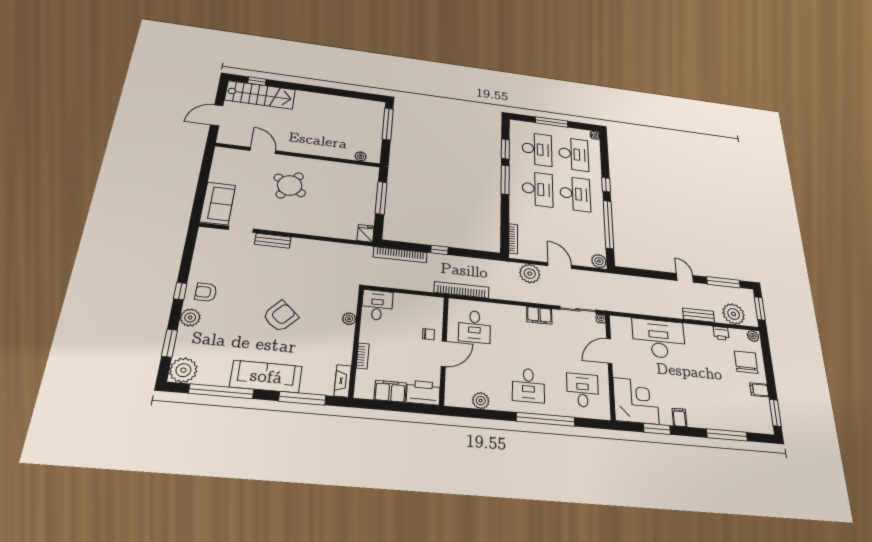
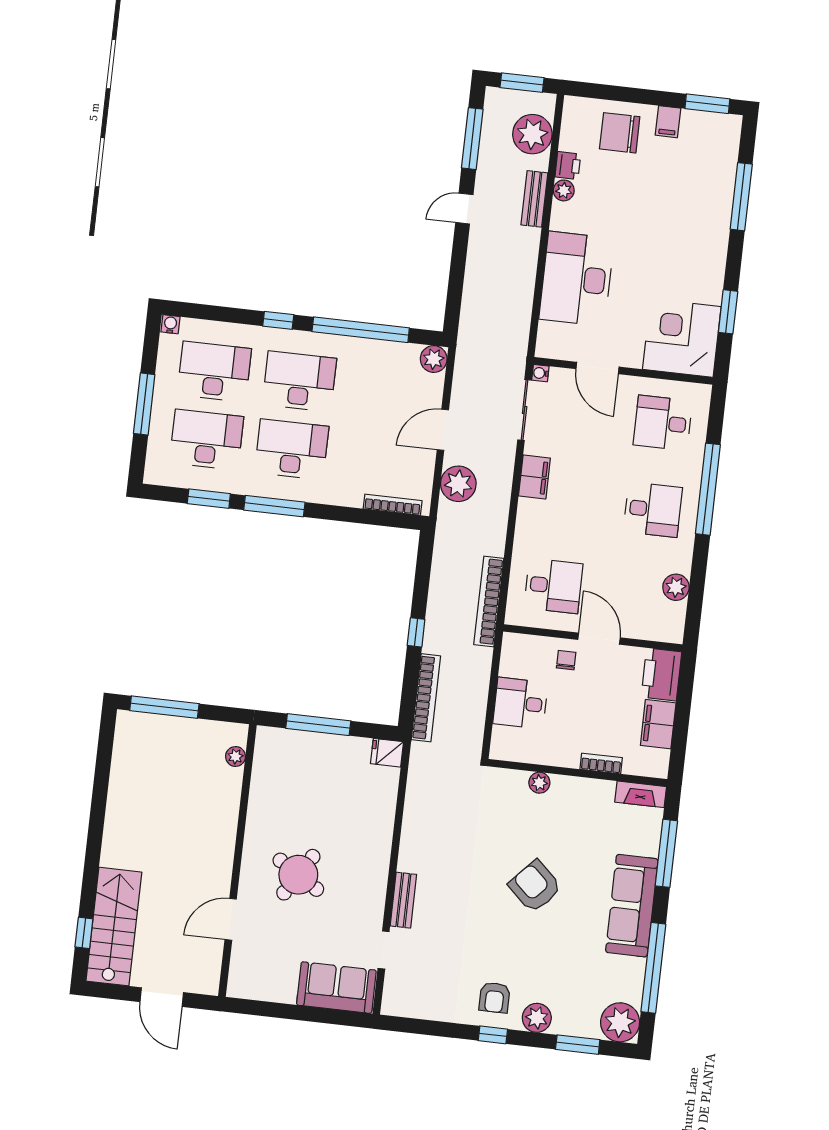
desk: (377, 305) -> (520, 703), moved
plant: (753, 336) -> (564, 190), moved
filing cabinet: (679, 417) -> (711, 271), removed

